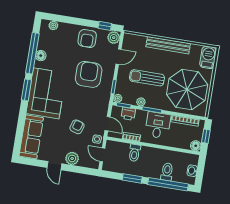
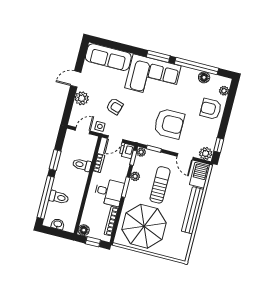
armchair: (87, 38) -> (211, 109), moved
floor lamp: (41, 56) -> (204, 77), moved
barbecue: (208, 57) -> (200, 175), moved, turned -90
printer: (128, 114) -> (127, 151), moved

